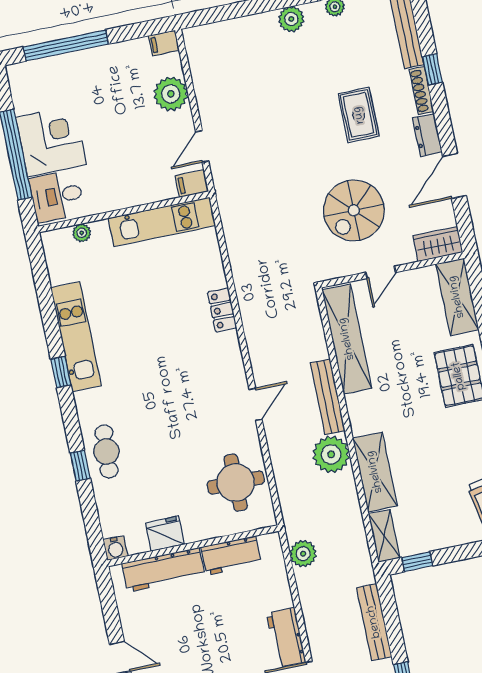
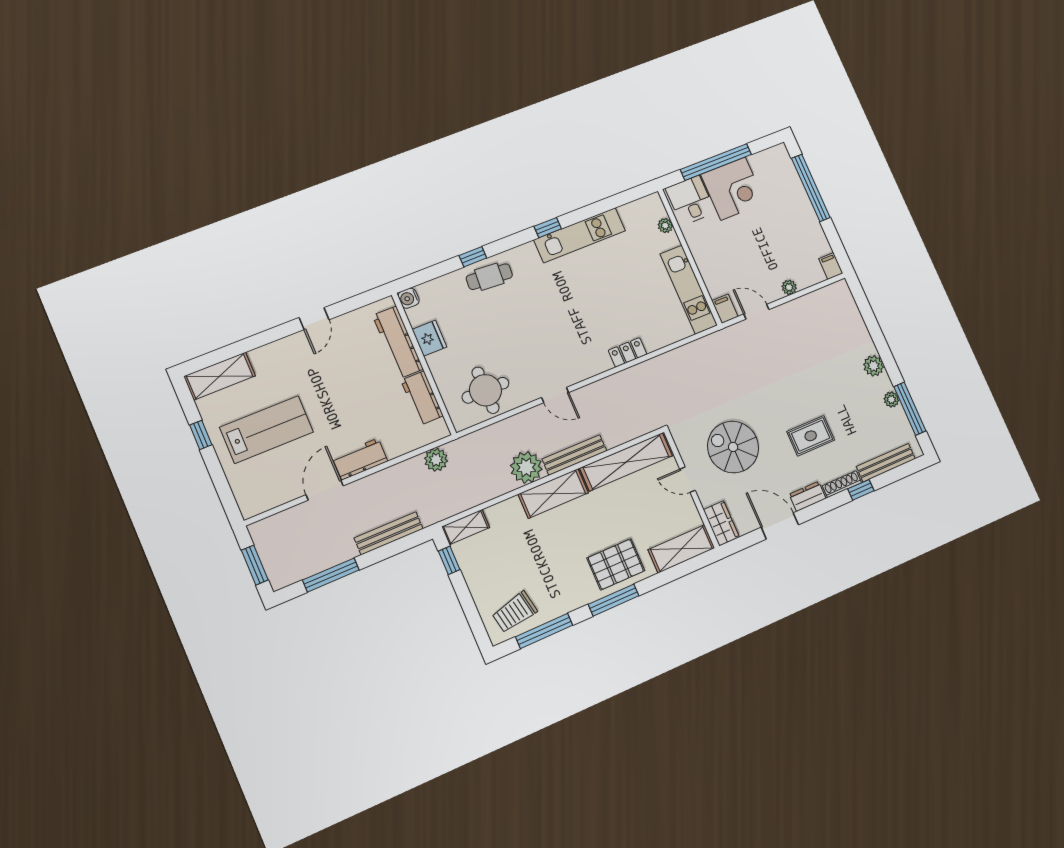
plant: (171, 94) -> (789, 287), width x0.53, depth x0.53
shelving: (375, 472) -> (553, 494), moved

